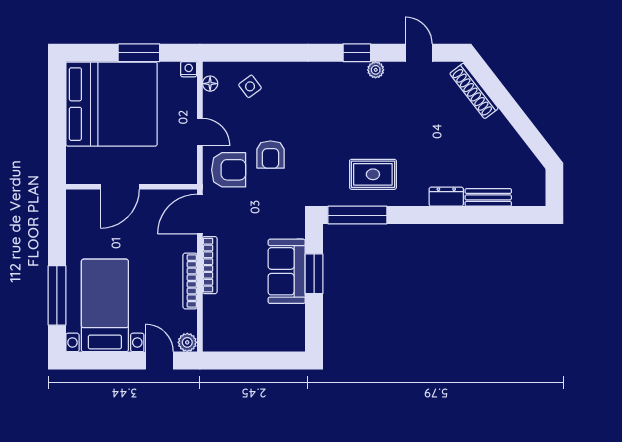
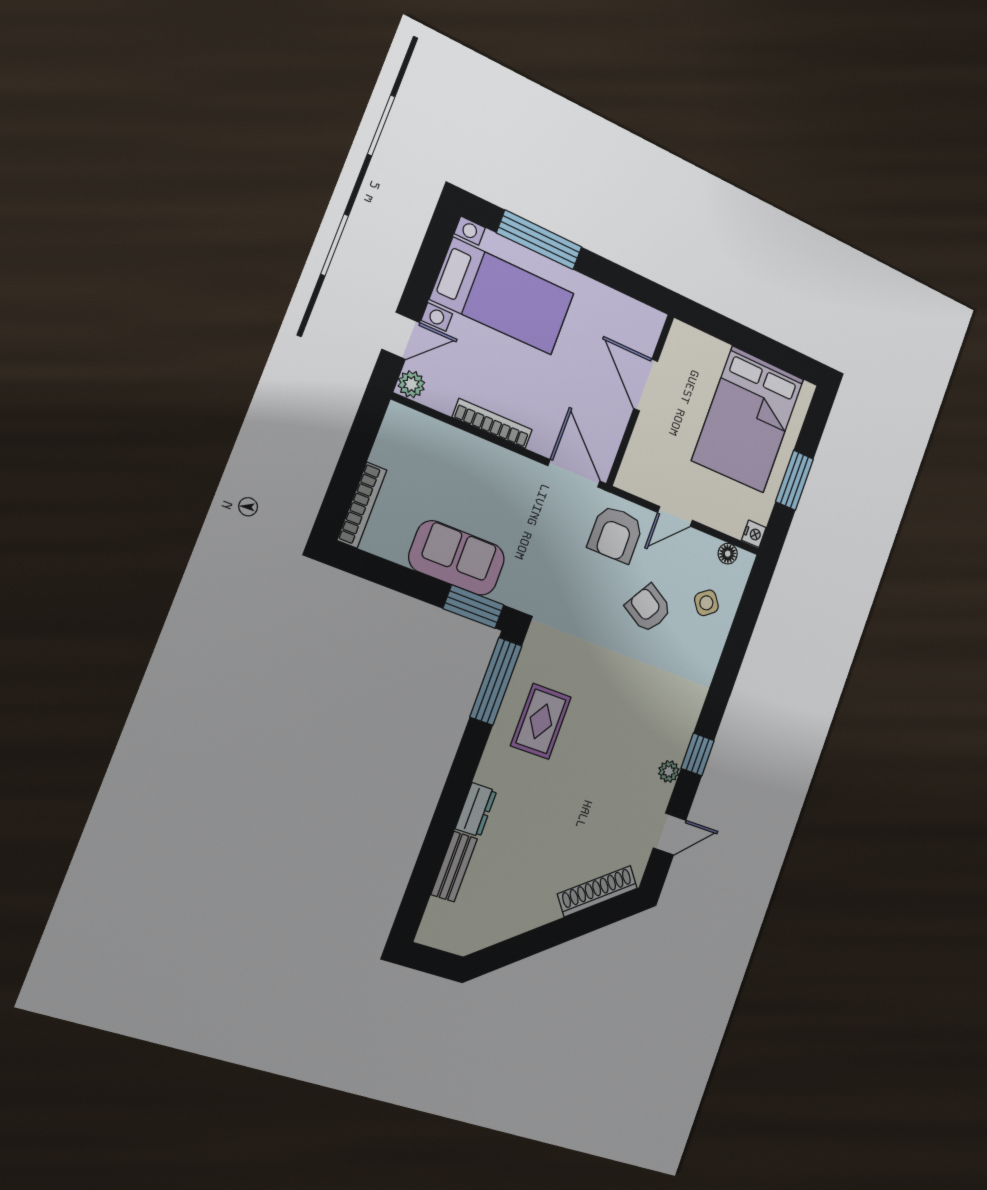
bed: (111, 104) -> (748, 420), width x0.73
armchair: (271, 155) -> (648, 608), moved, turned 31
bookcase: (210, 265) -> (362, 505), moved, turned -90
window: (314, 274) -> (473, 607), moved

